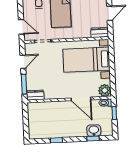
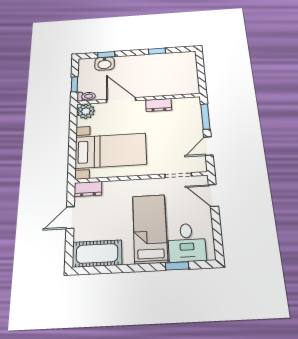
dresser: (35, 95) -> (159, 105), moved

